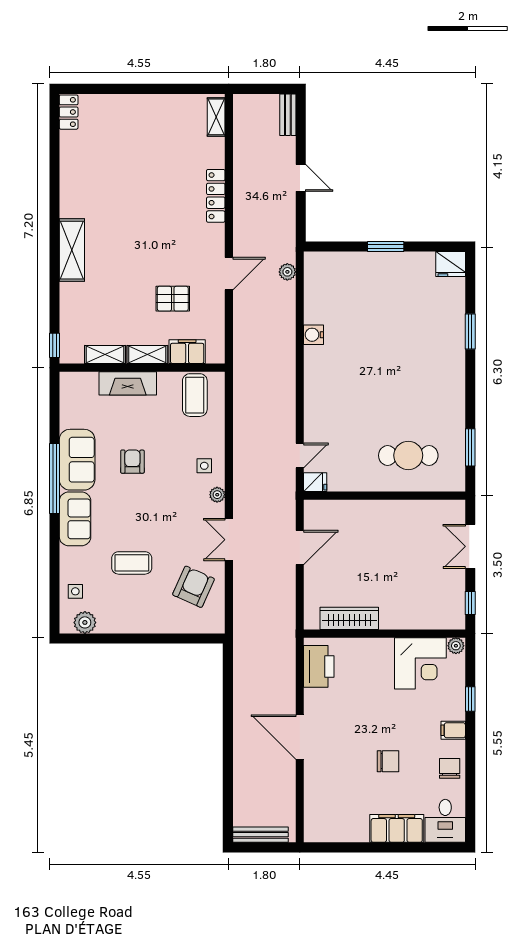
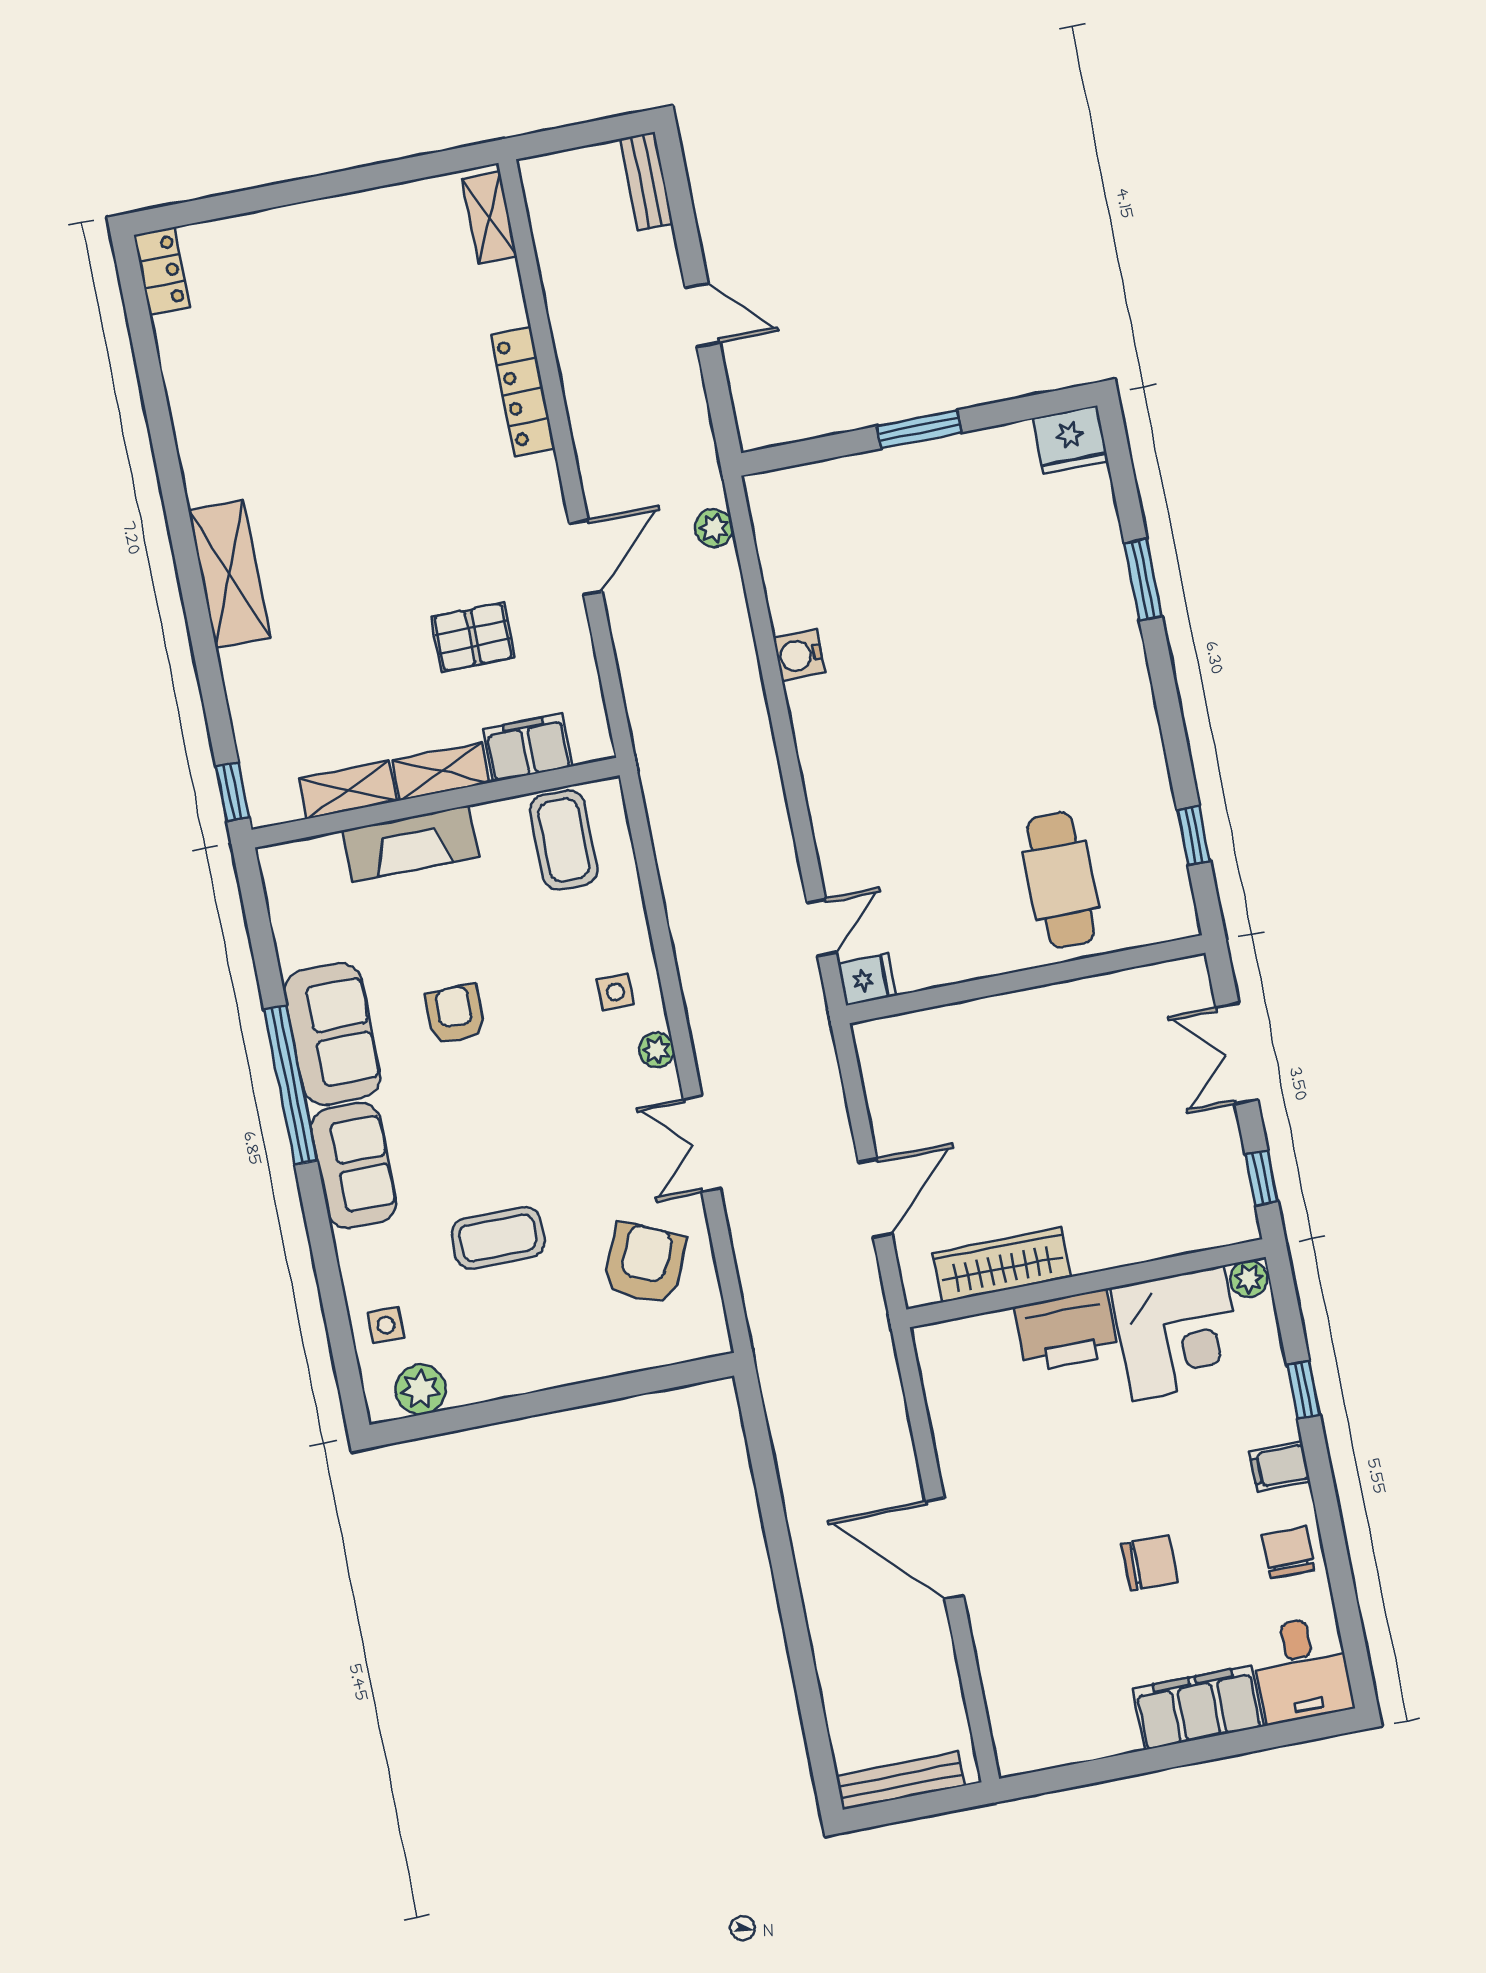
window: (470, 447) -> (1194, 835), width x0.67
cafe table: (408, 455) -> (1061, 880), turned 90
door: (300, 548) -> (875, 1198), moved
printer: (319, 666) -> (1067, 1331), moved, turned 90

